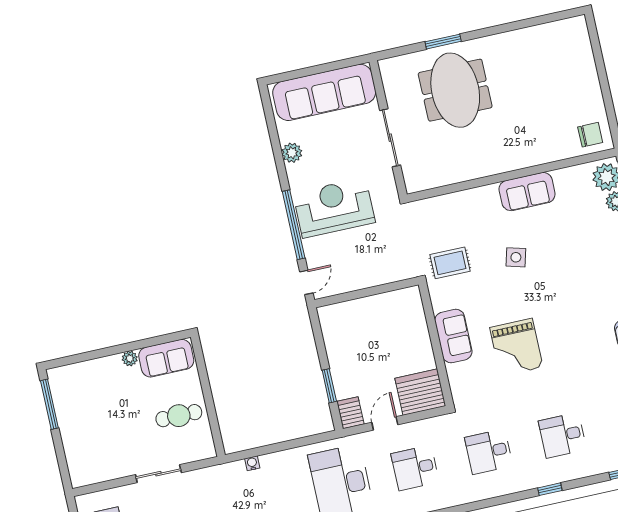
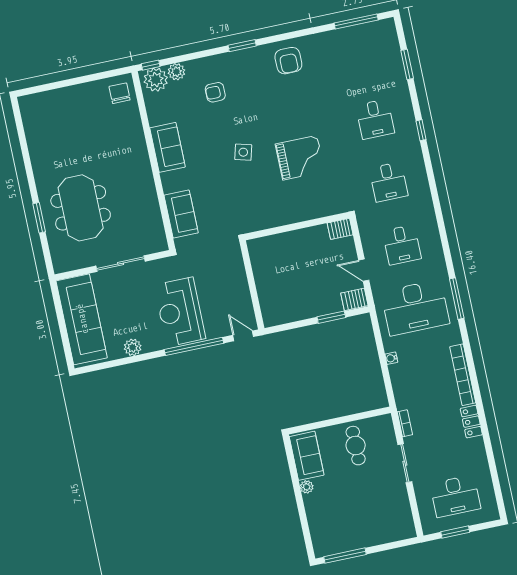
meeting table: (455, 90) -> (81, 208), turned 90
armchair: (592, 247) -> (215, 92), added
side table: (516, 257) -> (243, 152), moved
rug: (450, 263) -> (228, 214), removed
sofa: (453, 336) -> (181, 214), moved, turned 90
server rack: (420, 392) -> (340, 229), width x0.46, depth x0.70
water cooler: (252, 463) -> (391, 358), moved
bookcase: (205, 473) -> (405, 423), added

